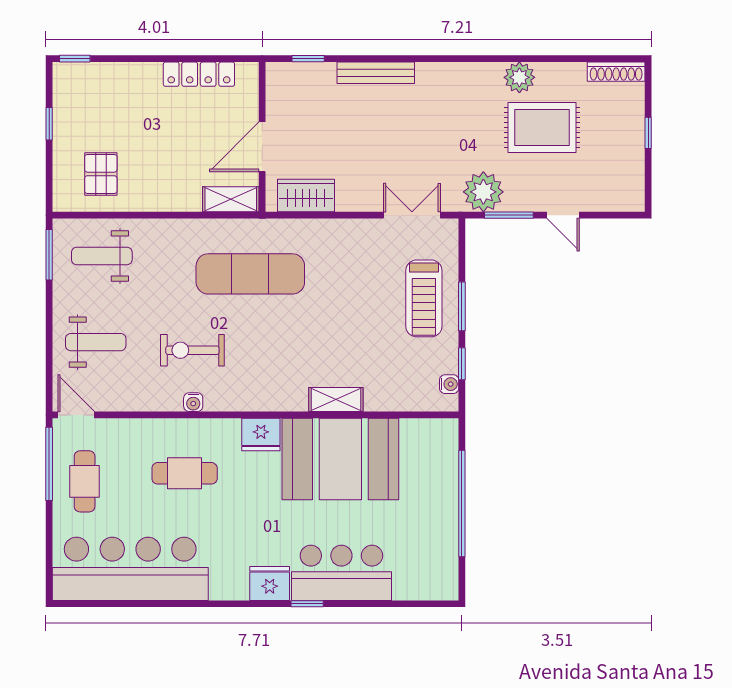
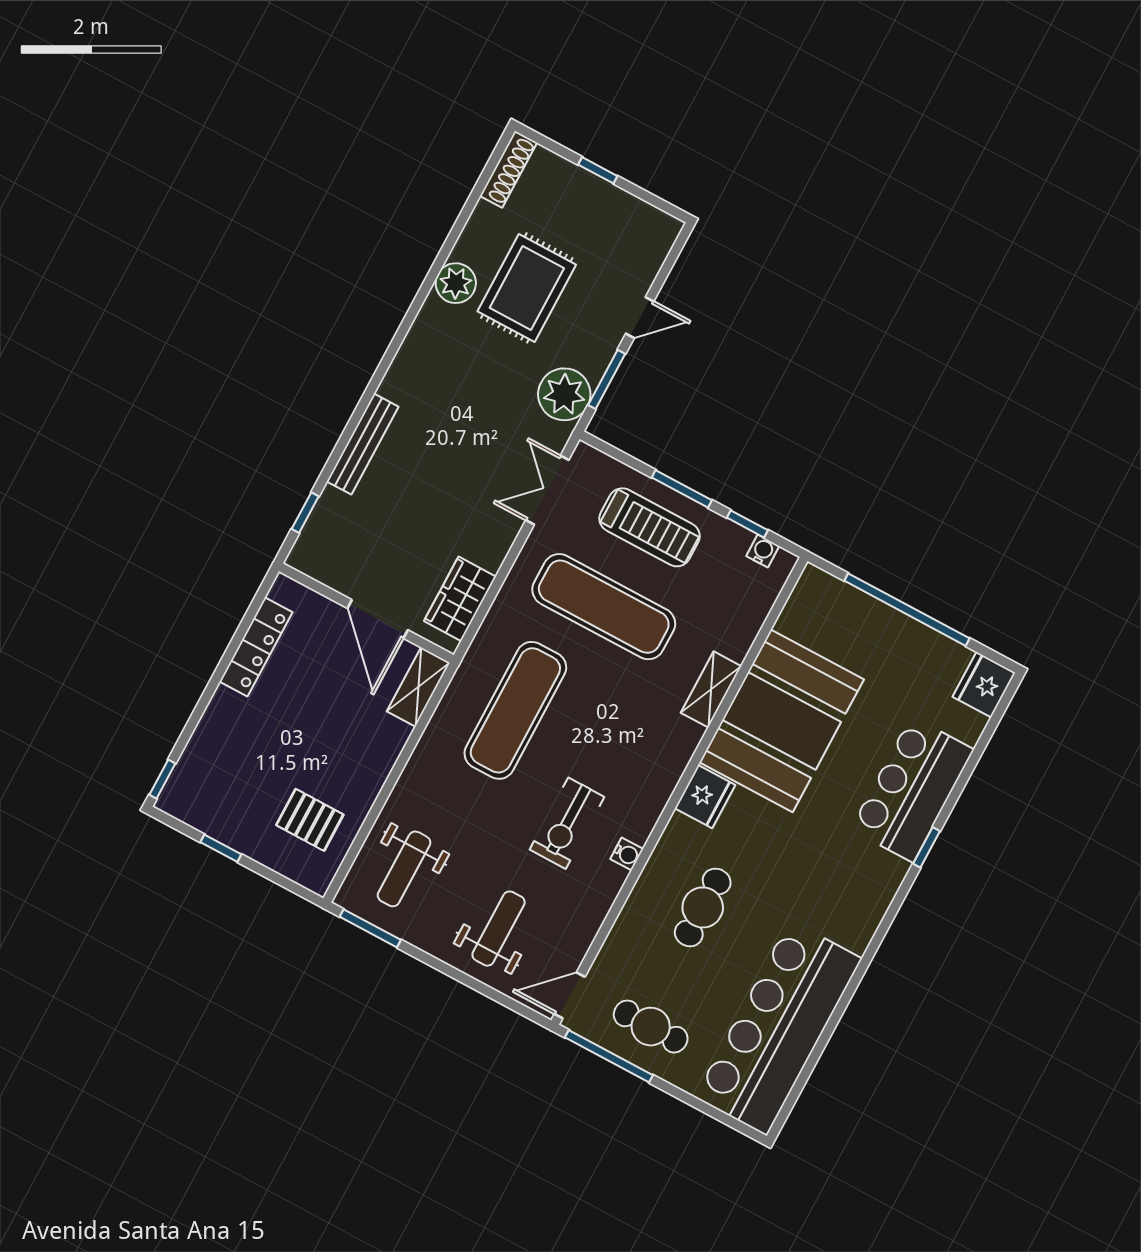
exercise mat: (353, 296) -> (604, 607), added
fridge: (270, 583) -> (984, 685), moved

